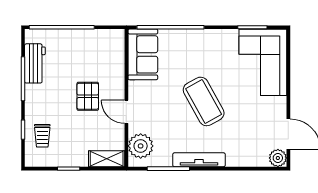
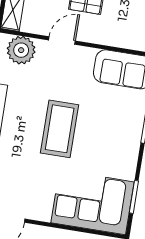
coffee table: (204, 101) -> (60, 129), turned -61

